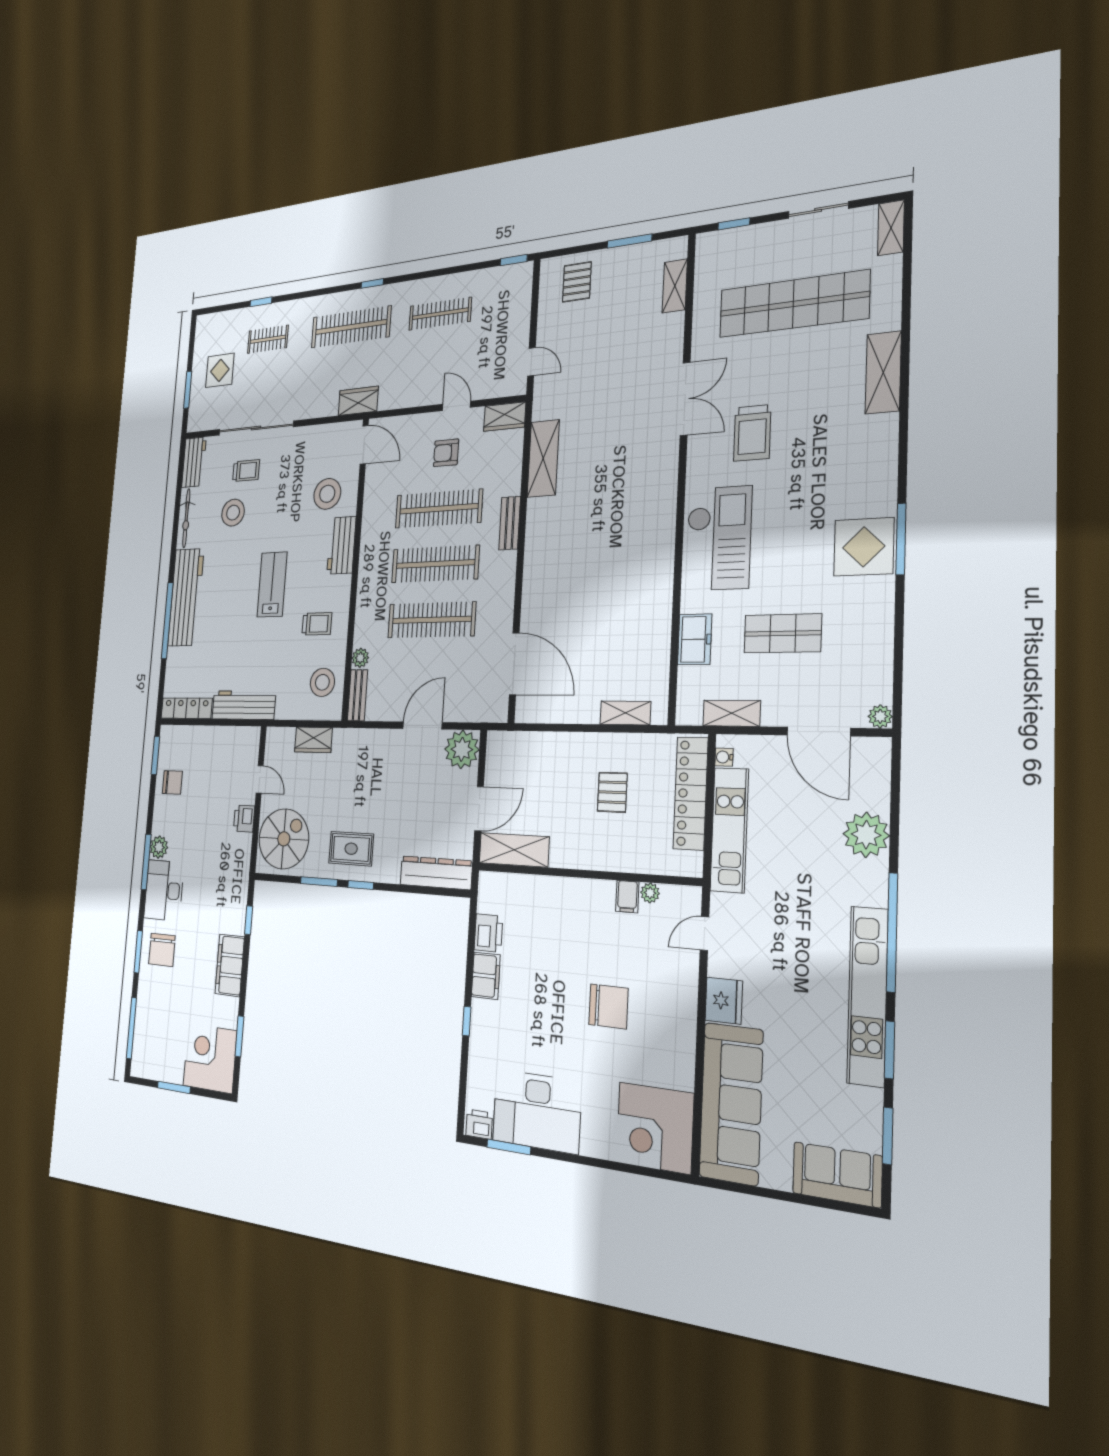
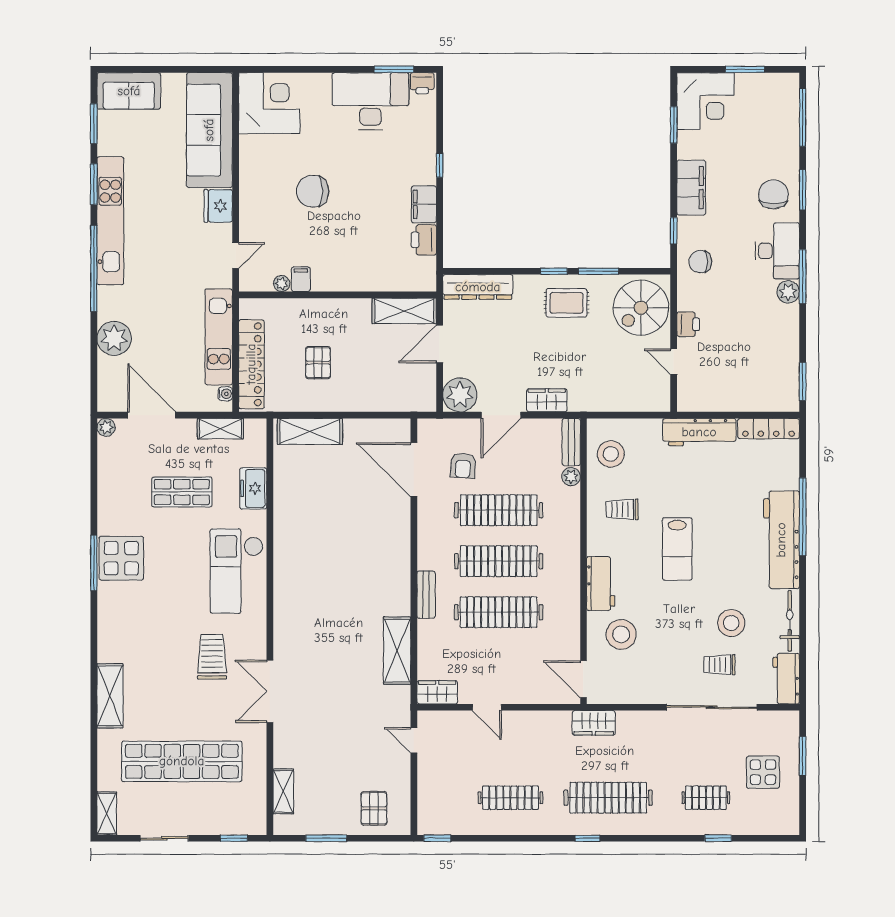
armchair: (446, 453) -> (463, 466), moved, turned 94
shelving: (625, 713) -> (310, 431), width x1.50, depth x1.33
wardrobe: (313, 740) -> (547, 400), moved
chair: (172, 782) -> (700, 262), moved

